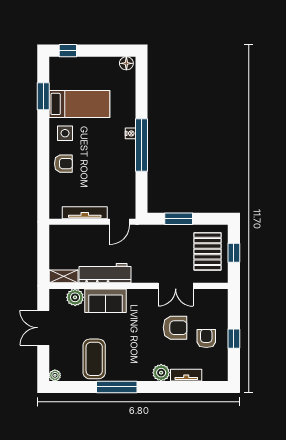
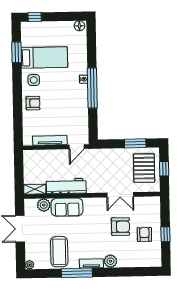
window: (179, 219) -> (135, 143), moved
tv unit: (186, 375) -> (91, 263), moved

